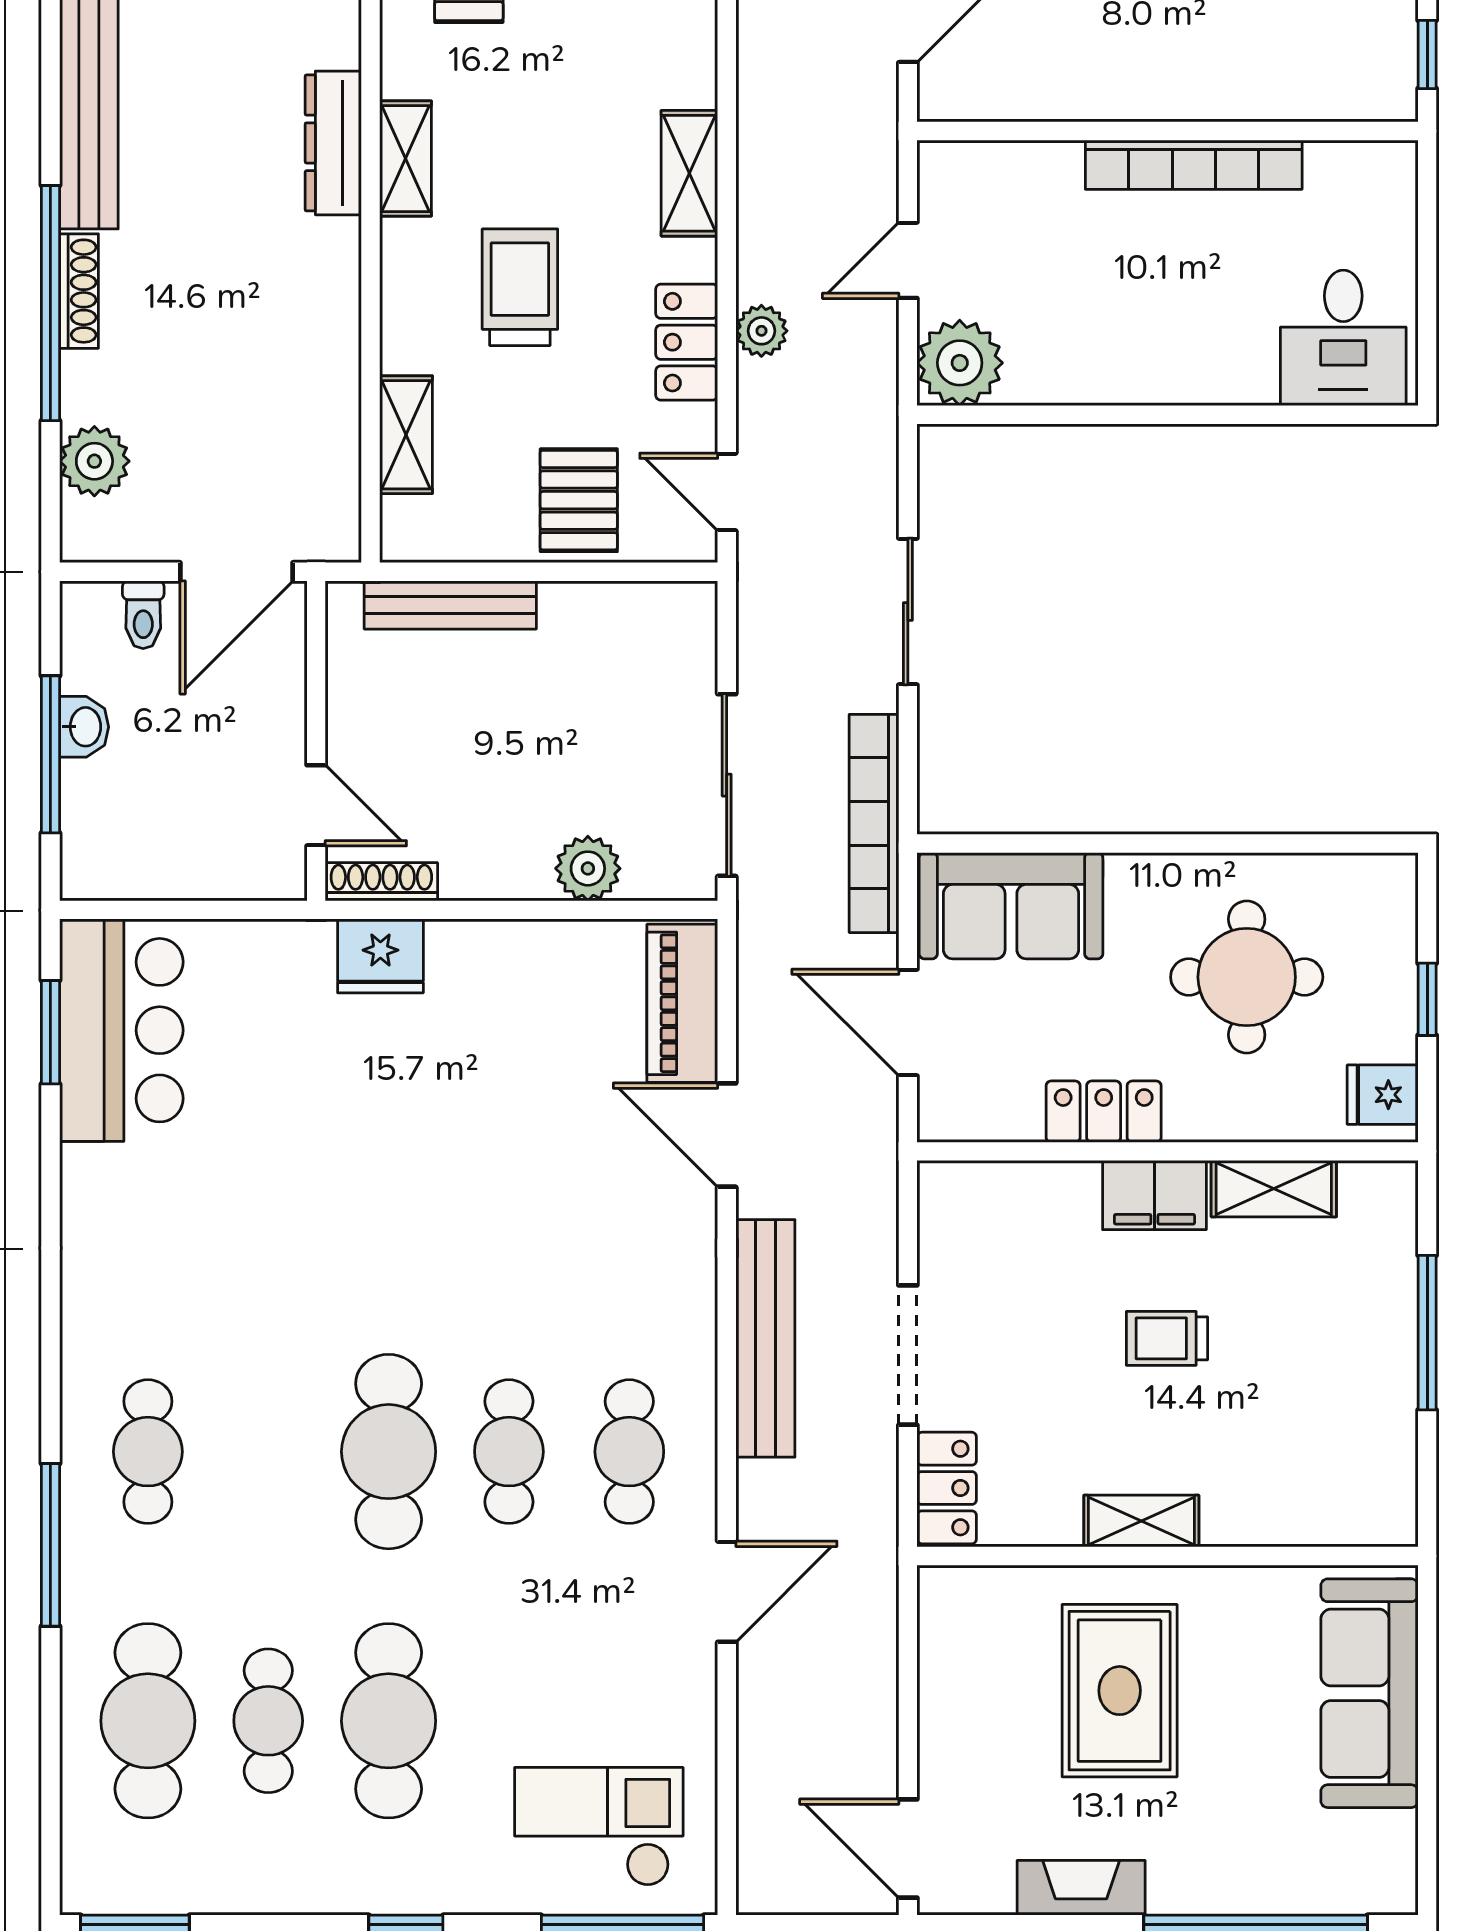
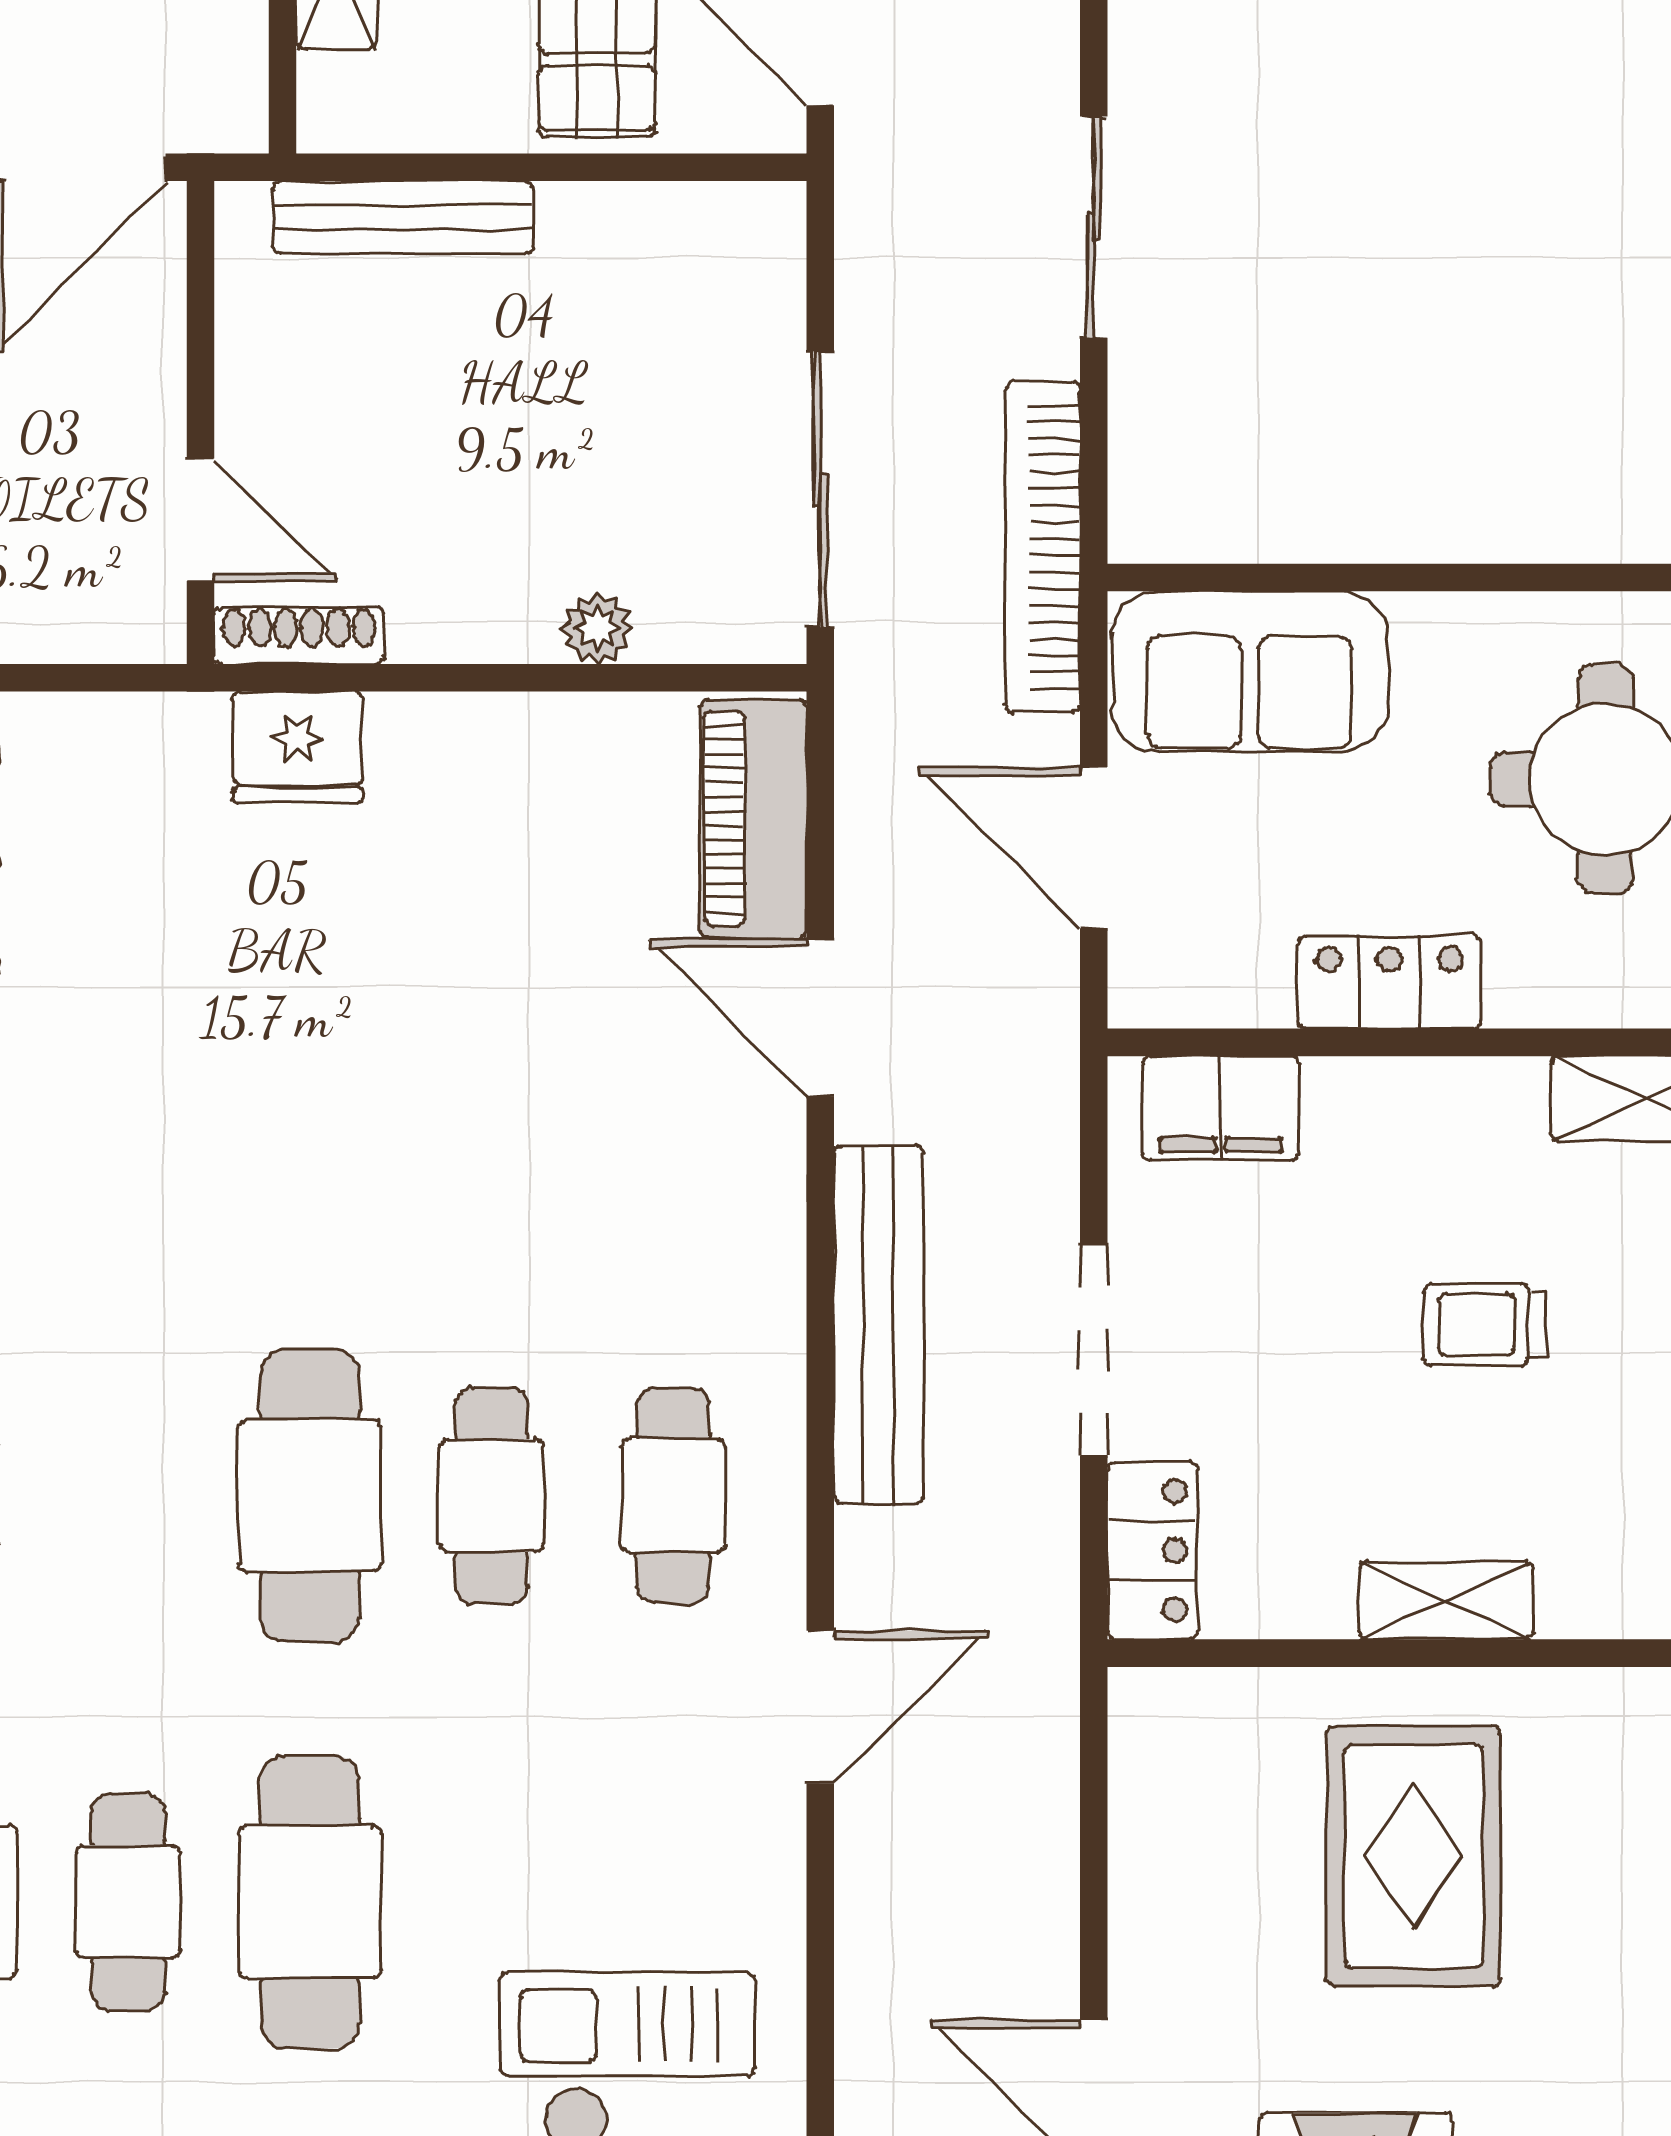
plant: (588, 868) -> (597, 628), width x0.73, depth x0.73
filing cabinet: (1154, 1195) -> (1221, 1108), moved

